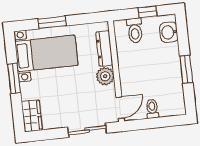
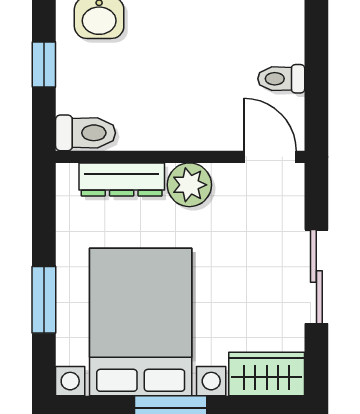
toilet: (135, 30) -> (86, 133), moved
bed with nightstands: (46, 53) -> (141, 322), width x1.36
sliding door: (87, 130) -> (316, 277), moved

